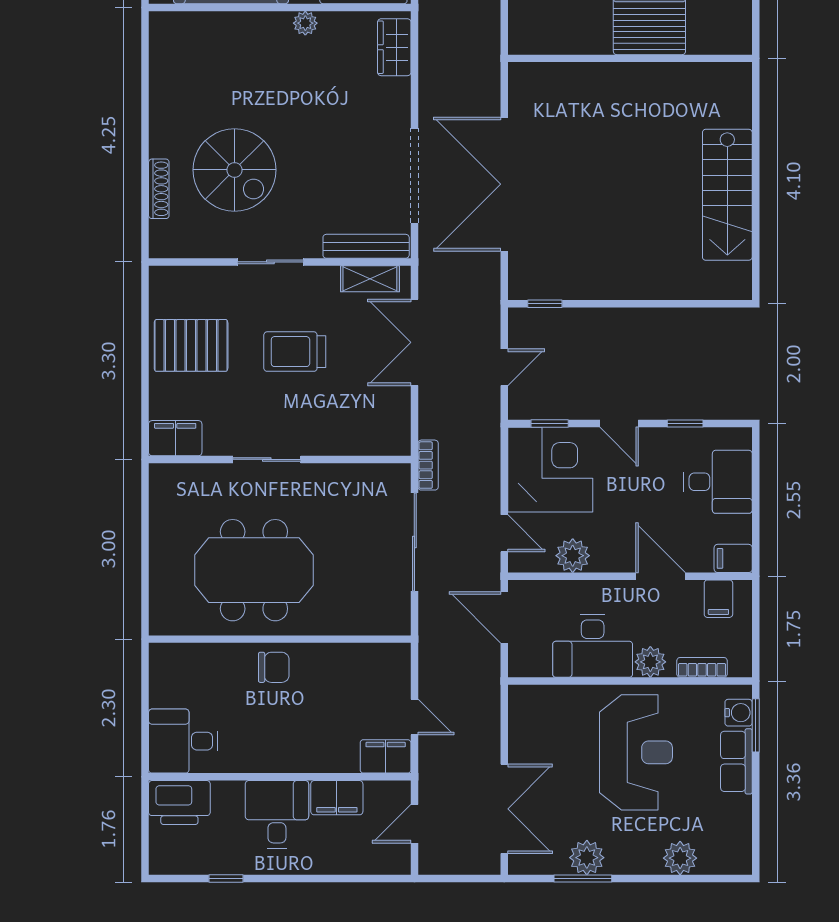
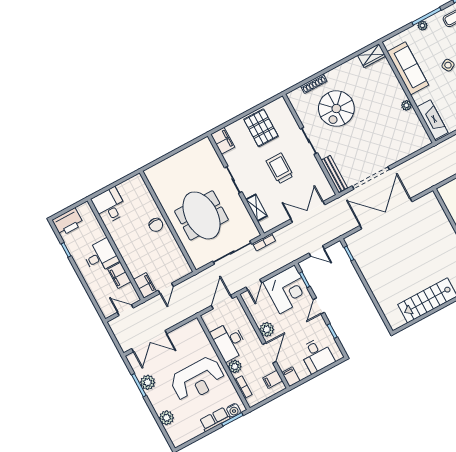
wardrobe: (394, 47) -> (372, 56), moved, turned 180
shelving: (370, 279) -> (256, 208), moved
plant: (573, 556) -> (267, 329), moved
meeting table: (254, 570) -> (201, 215), moved
printer: (179, 802) -> (68, 222), moved, turned -90

